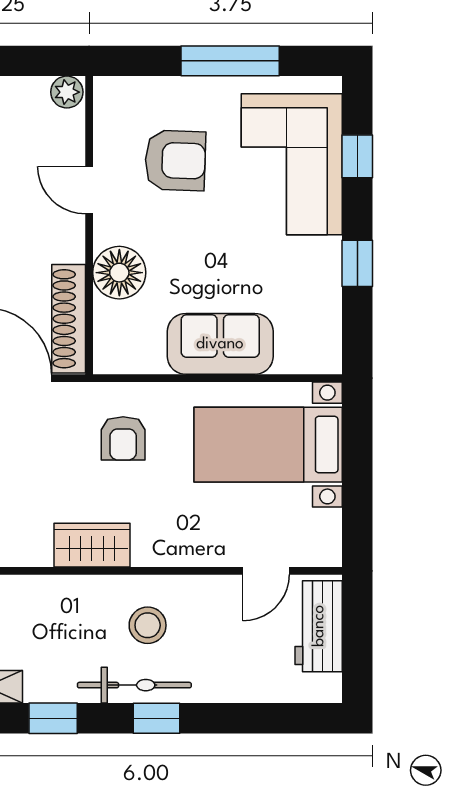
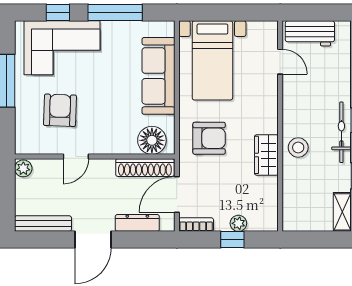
window: (357, 263) -> (115, 13), width x2.17
floor lamp: (119, 273) -> (152, 140), moved
sofa: (220, 344) -> (158, 76), width x1.36
armchair: (123, 438) -> (209, 138), width x1.38, depth x1.38
stool: (148, 625) -> (298, 147), moved

